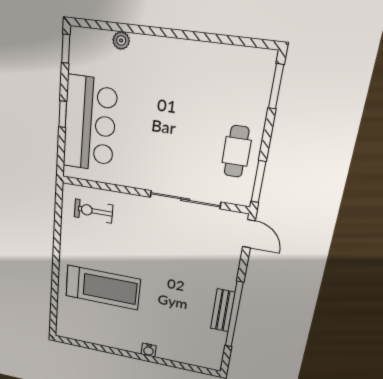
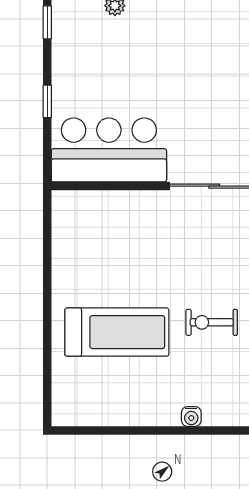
bar counter: (90, 124) -> (109, 150), moved, turned -90
exercise bike: (93, 211) -> (212, 322), moved

